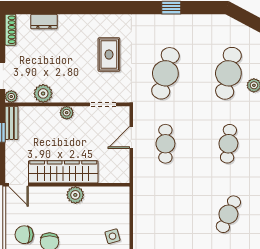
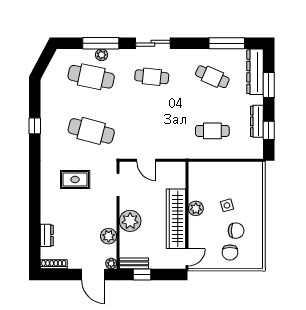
plant: (67, 113) -> (130, 221), width x1.88, depth x1.88
cafe table: (165, 144) -> (212, 131), moved
side table: (113, 236) -> (227, 205), moved

